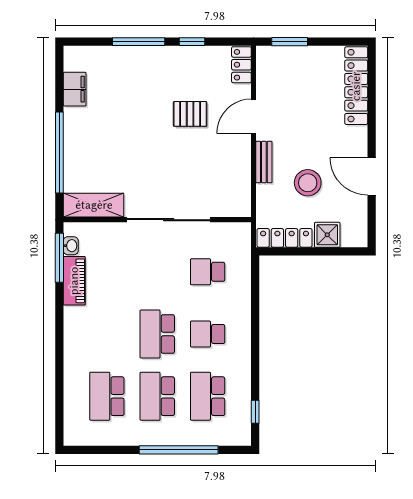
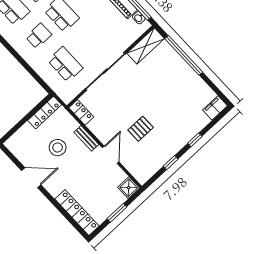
window: (139, 42) -> (195, 140), width x0.46
window: (290, 42) -> (117, 213), moved
locker: (241, 65) -> (81, 112), moved
filing cabinet: (75, 89) -> (215, 108), moved, turned 90
shower: (327, 235) -> (129, 188), moved
school desk: (208, 272) -> (65, 64), width x1.85

